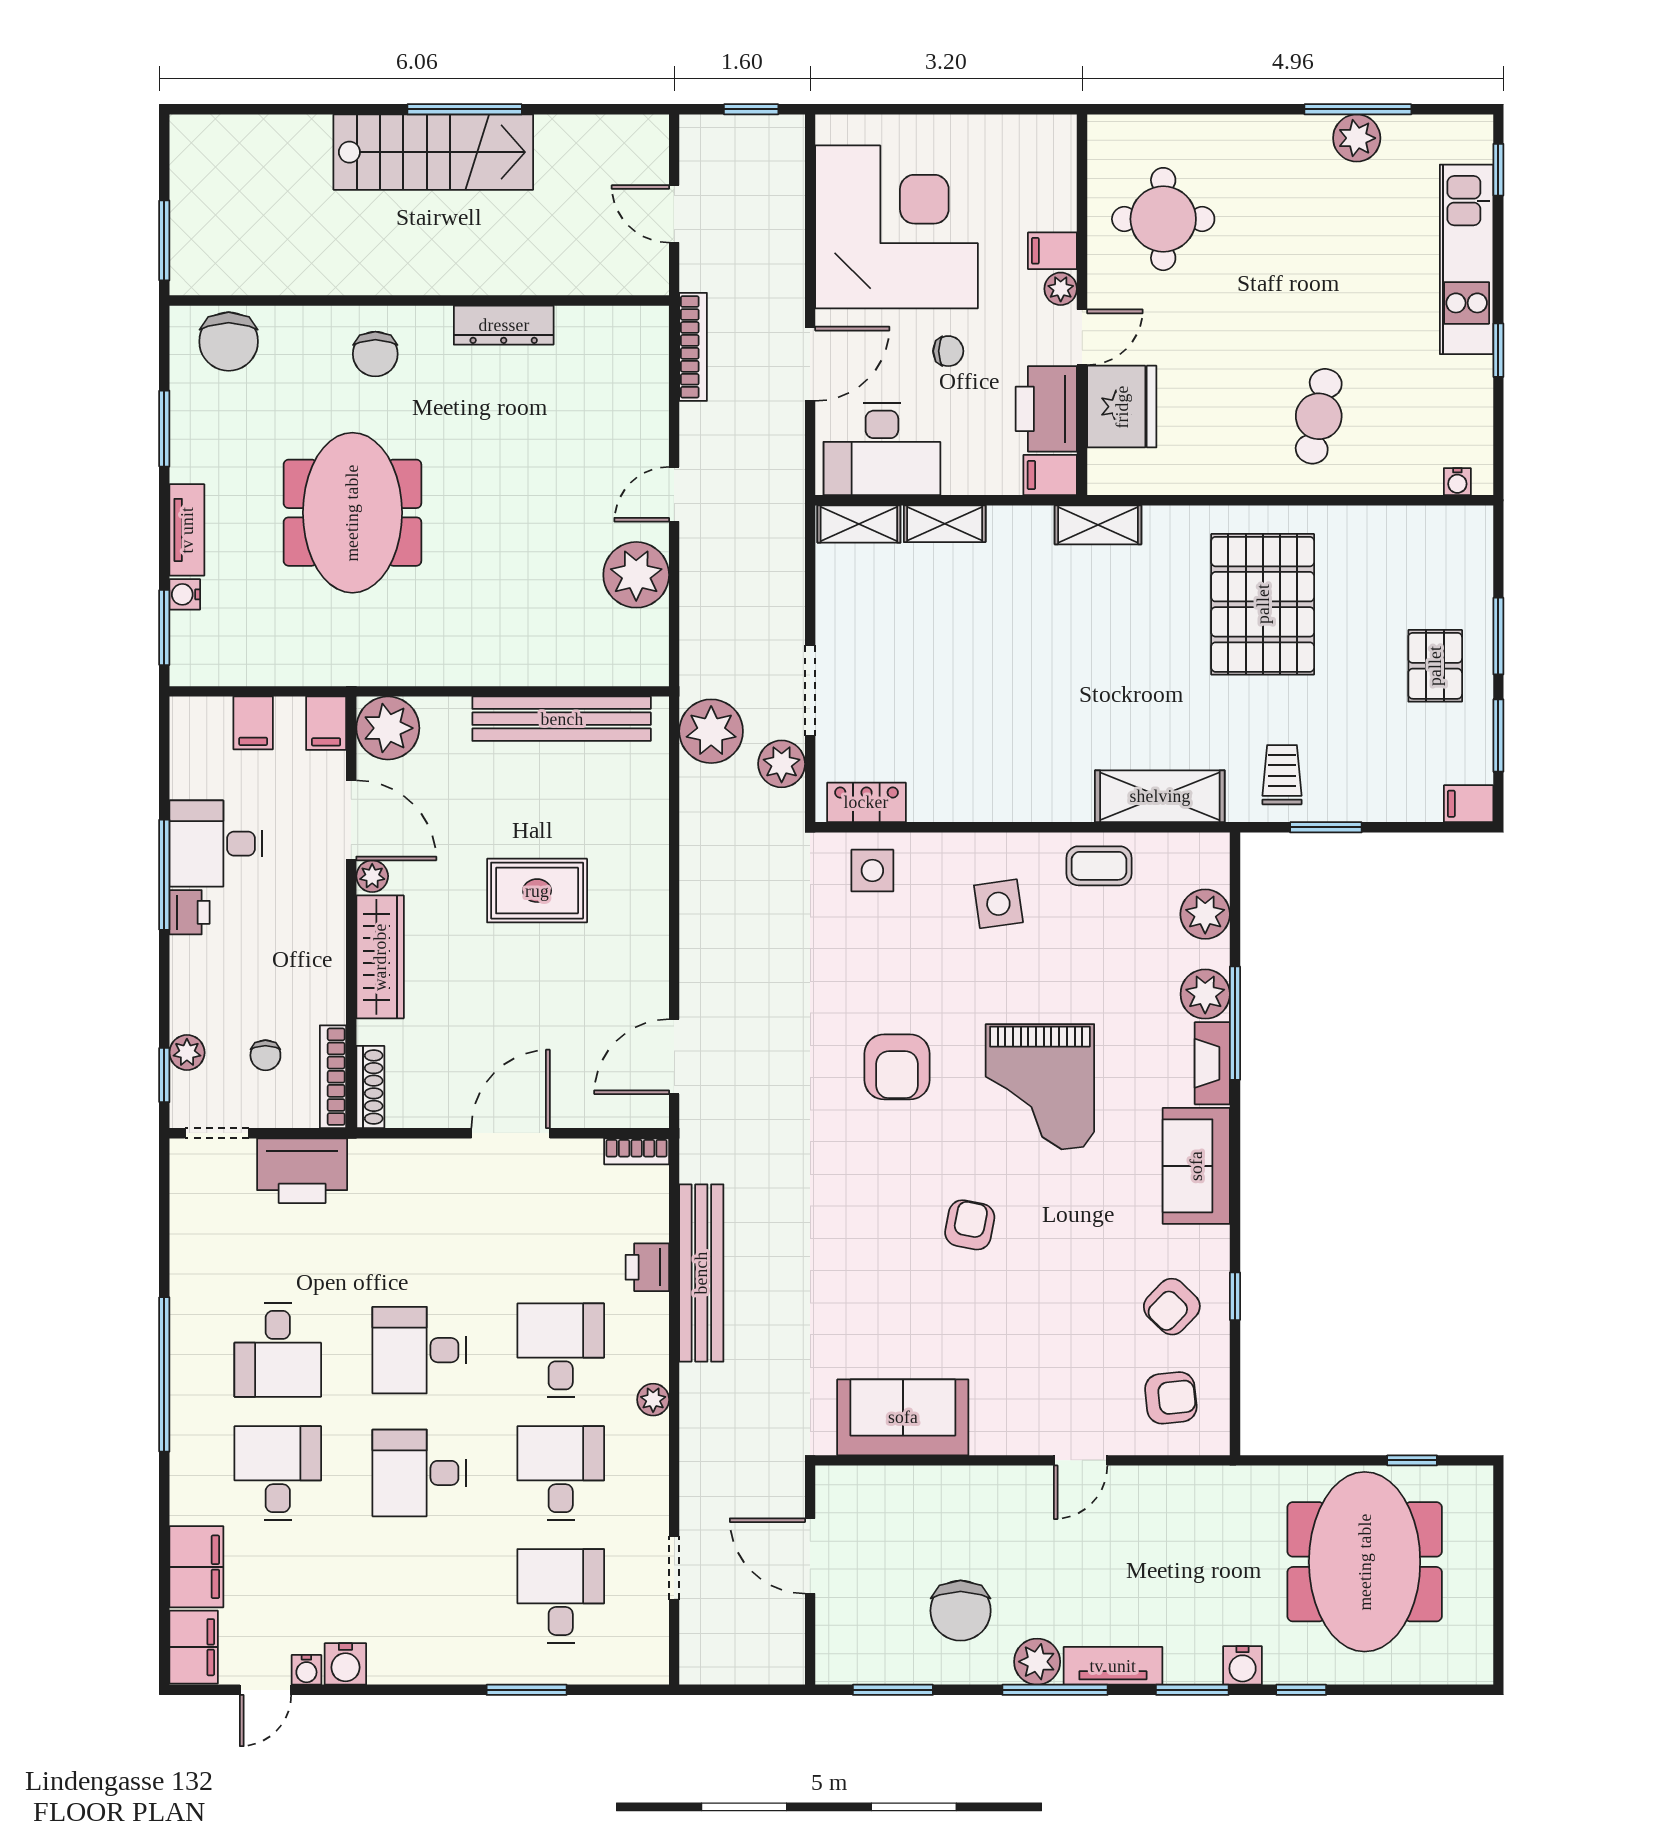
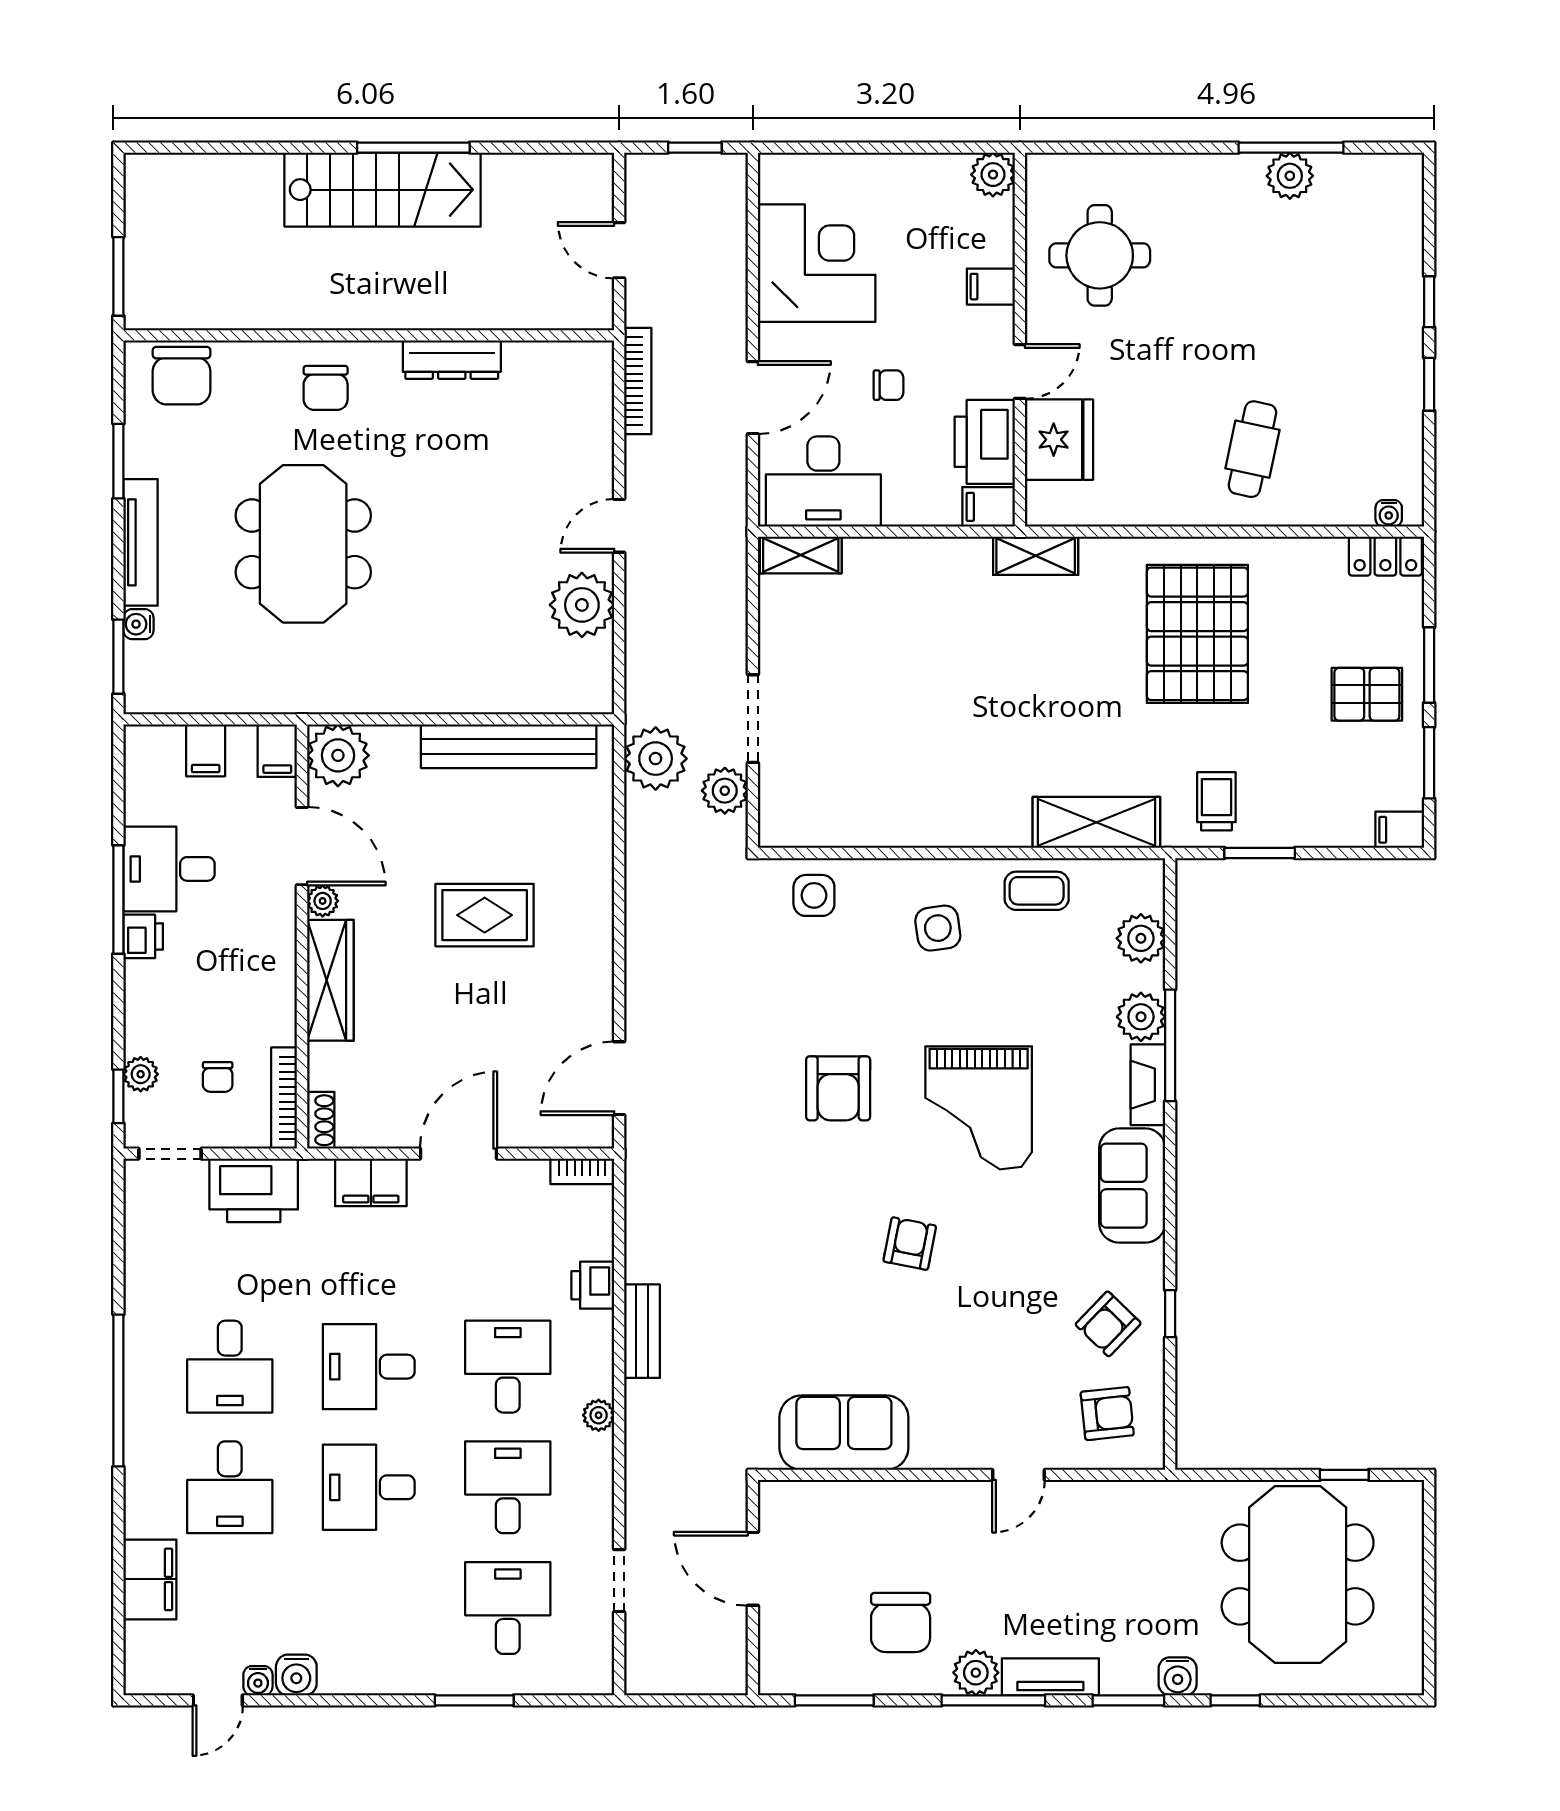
window: (1498, 170) -> (1429, 302), moved
corner desk: (897, 227) -> (817, 263), width x0.74, depth x0.74
kitchen unit: (1467, 259) -> (1398, 295), removed
plant: (1061, 289) -> (993, 175), moved, width x1.38, depth x1.38
shelving: (945, 524) -> (885, 555), removed
tv unit: (187, 530) -> (141, 542), width x1.41
pallet: (1435, 666) -> (1367, 694), turned 90
locker: (866, 802) -> (1385, 556), moved, turned 180
shoe rack: (370, 1087) -> (321, 1120), width x0.70
bench: (701, 1273) -> (642, 1331), width x0.54, depth x0.82
desk: (278, 1473) -> (230, 1487), turned 180
filing cabinet: (194, 1647) -> (371, 1182), moved, turned 90

